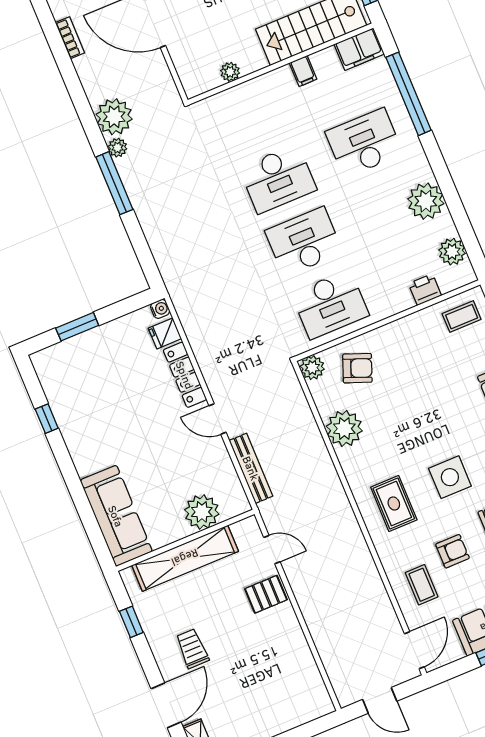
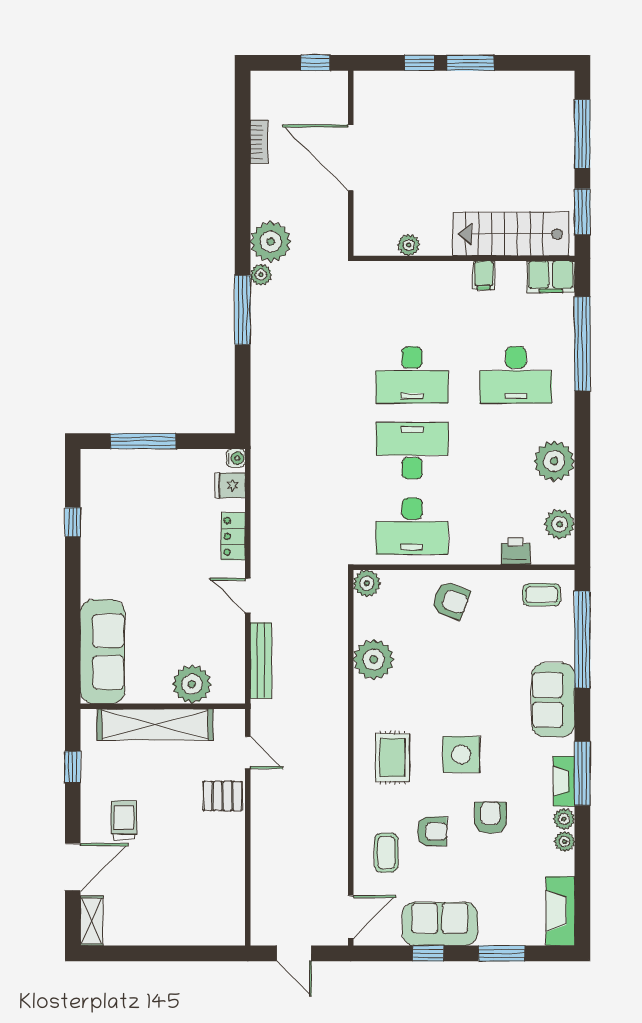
desk: (364, 143) -> (516, 375), turned 180
window: (77, 327) -> (143, 441), width x1.44
armchair: (357, 368) -> (451, 600), moved
locker: (185, 375) -> (233, 536), width x0.66

